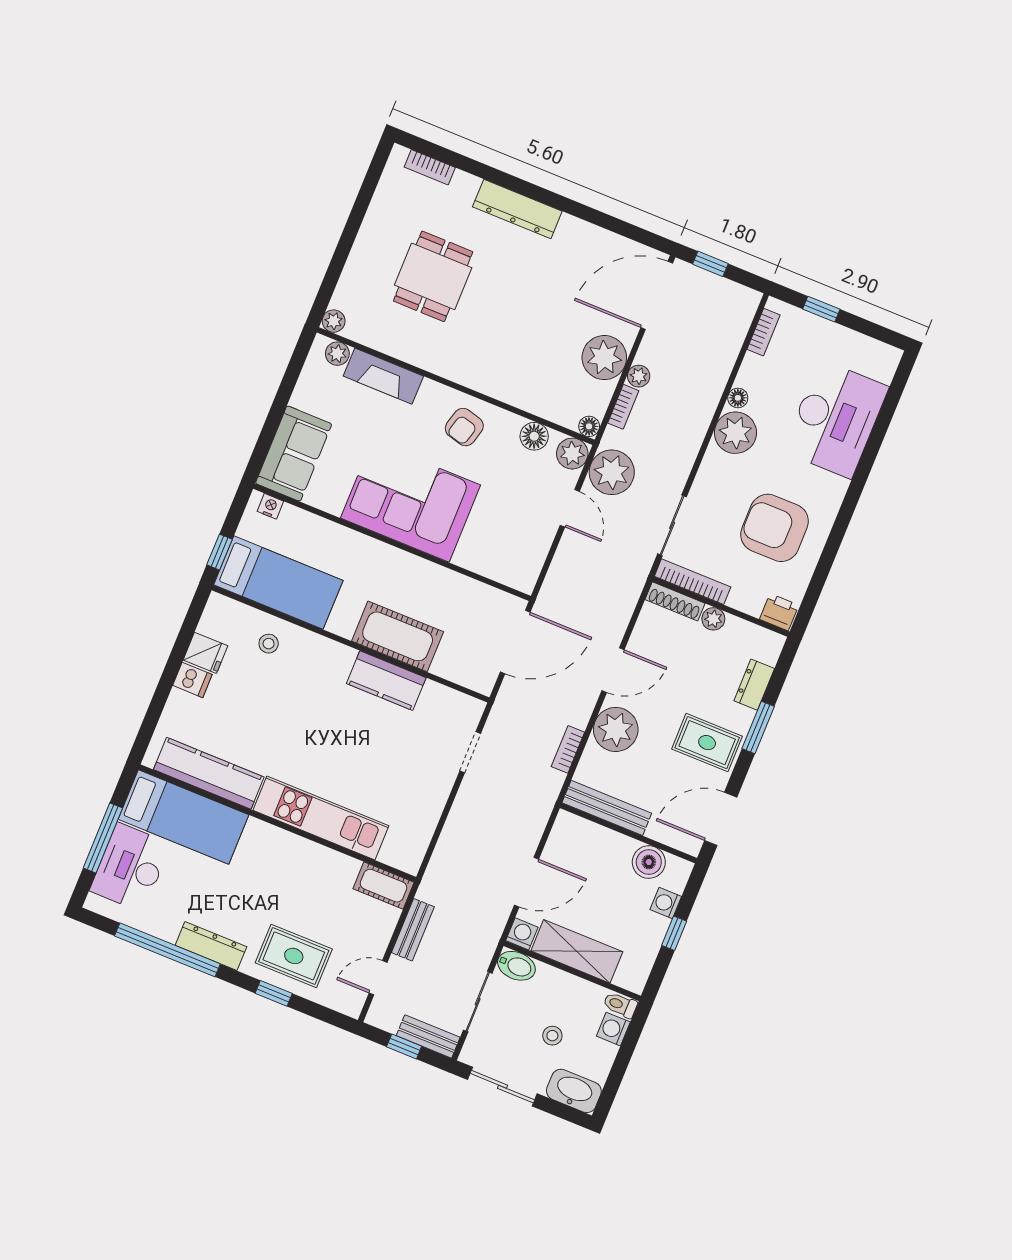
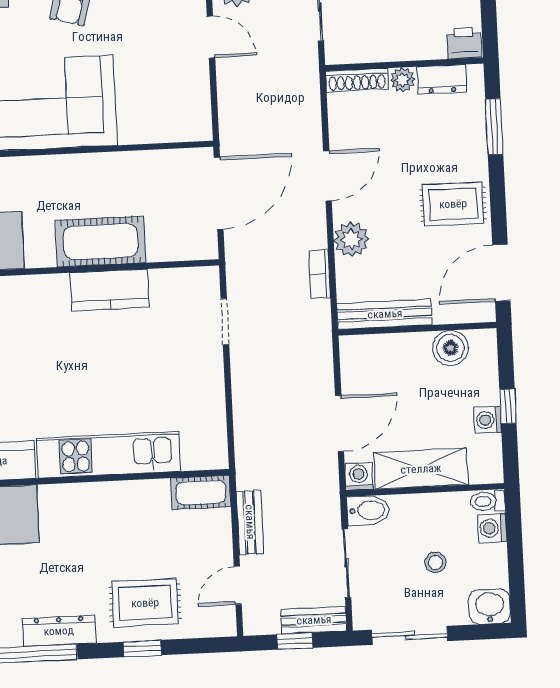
bookcase: (693, 582) -> (365, 53), removed
dresser: (754, 685) -> (442, 79), moved, turned -90
window: (758, 727) -> (494, 127), moved
plant: (616, 729) -> (351, 240), width x0.73, depth x0.73
washing machine: (666, 903) -> (488, 420), moved
washbasin: (574, 1091) -> (490, 607), width x0.72

